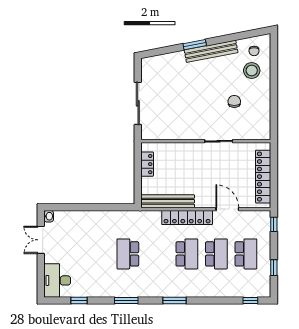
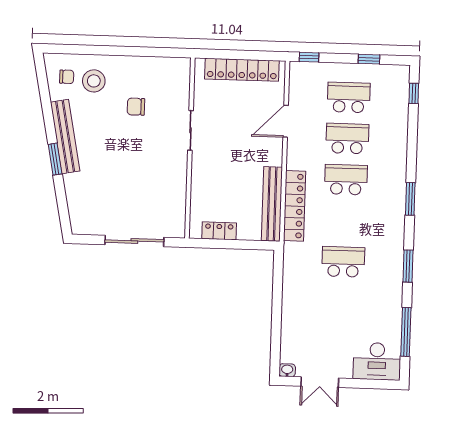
locker: (187, 218) -> (294, 206), moved
school desk: (128, 254) -> (343, 262), turned 180
window: (79, 301) -> (406, 332), width x2.17

